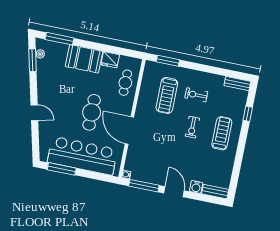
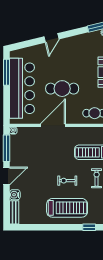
treadmill: (222, 133) -> (67, 208), width x1.37, depth x1.38

